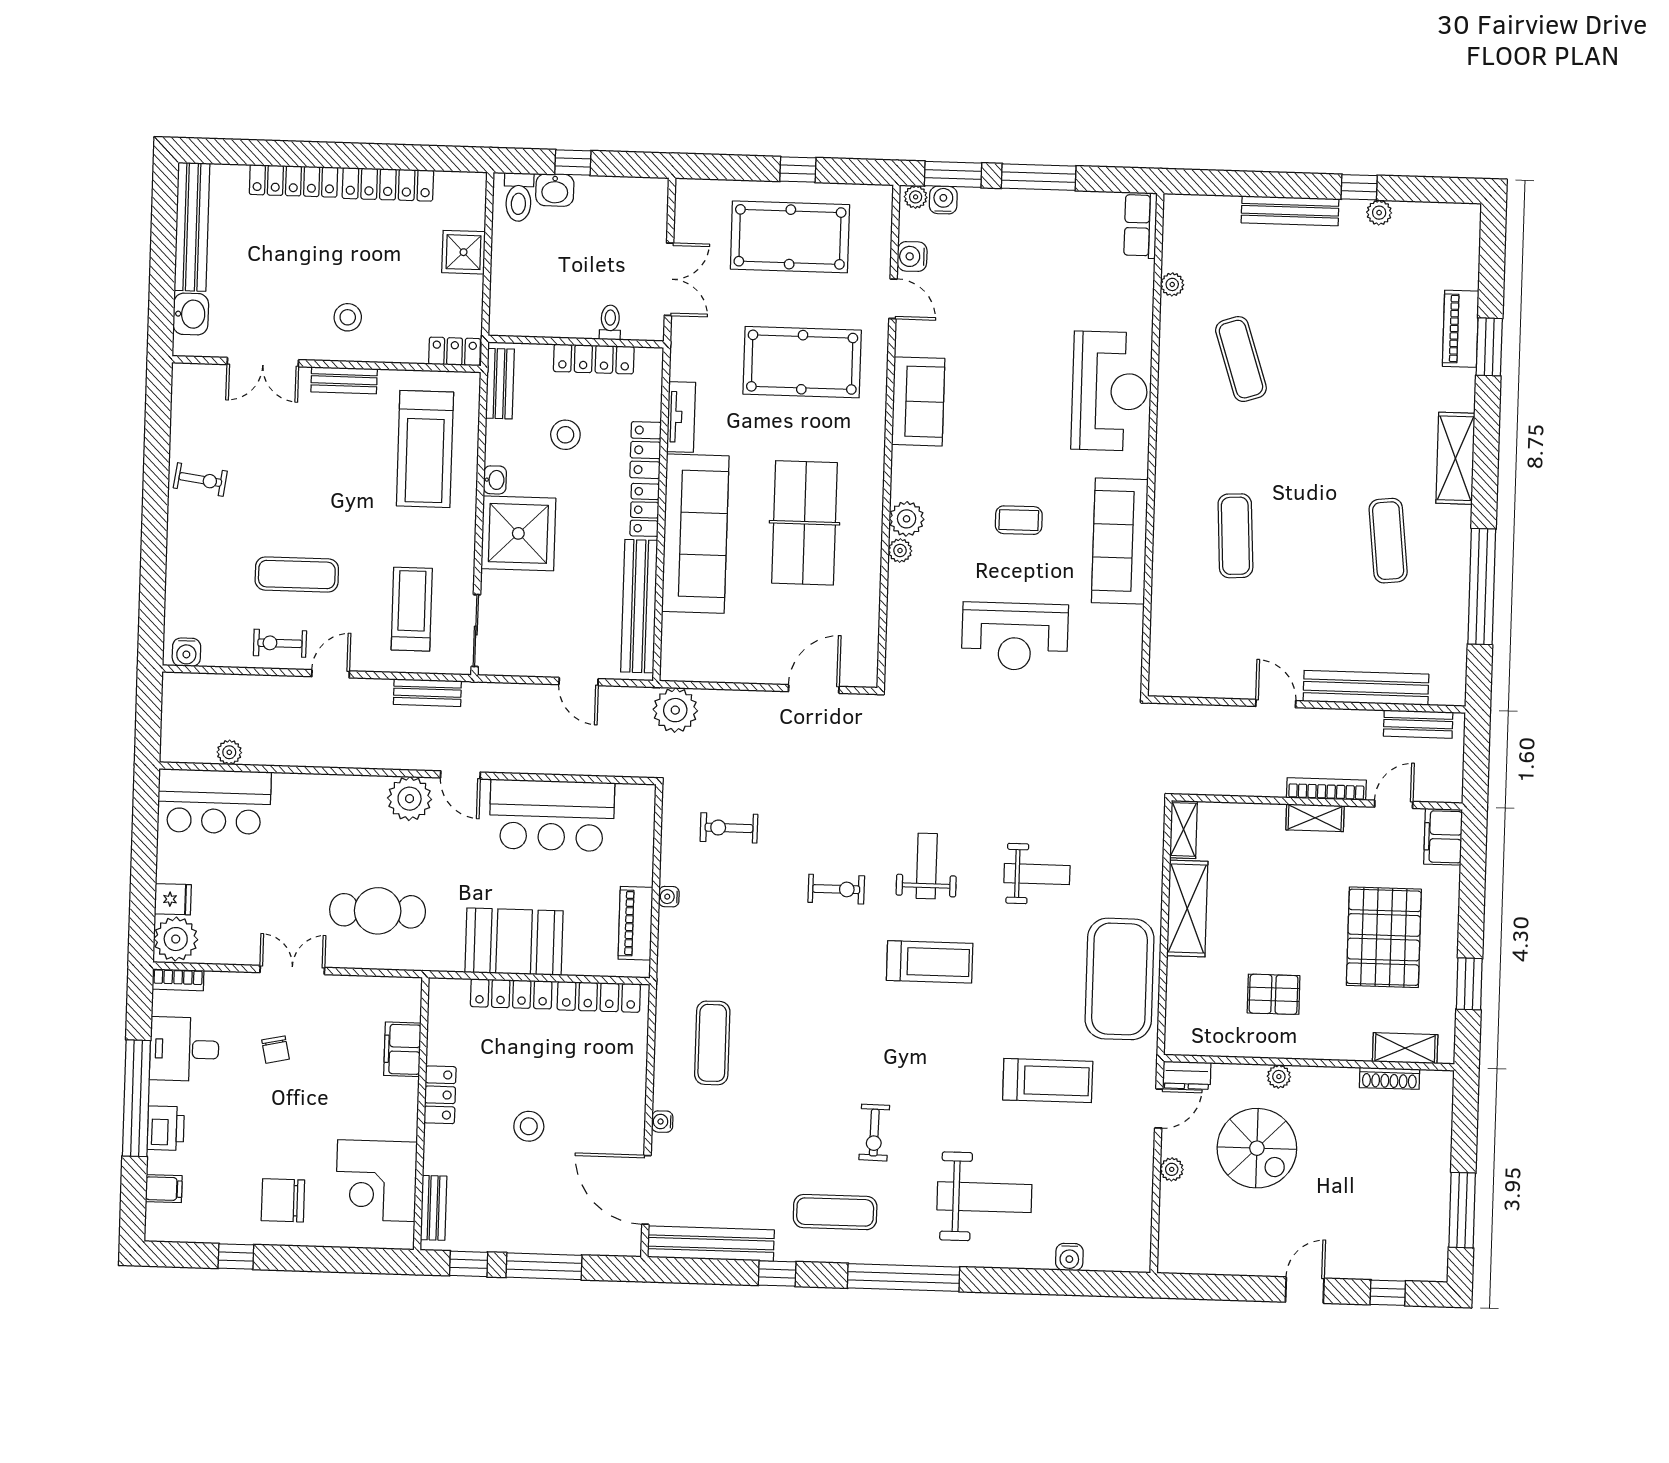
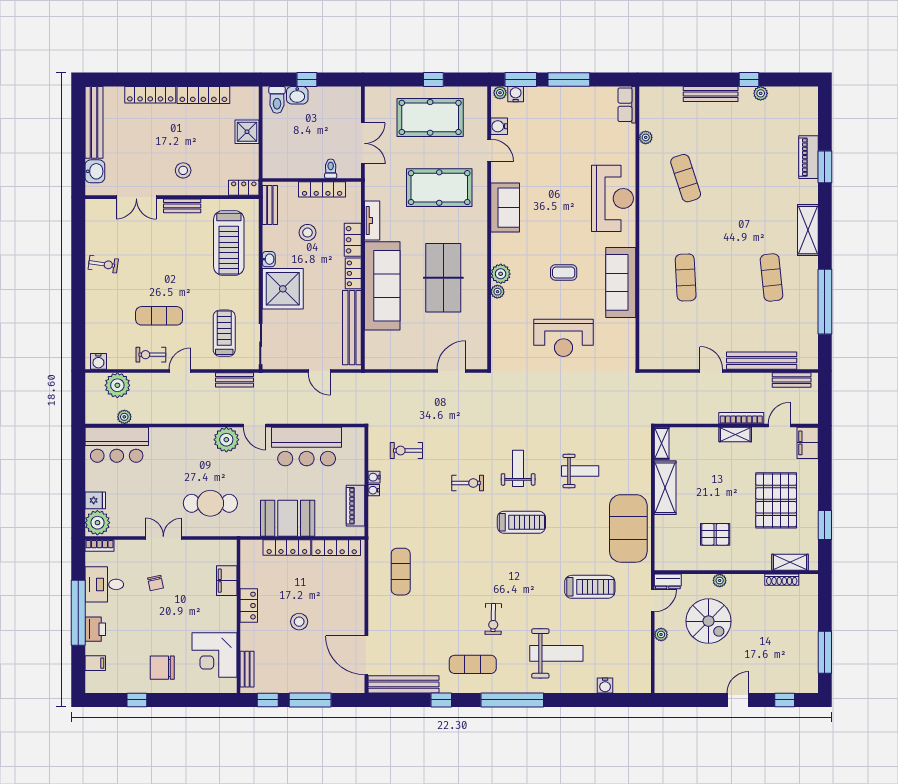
plant: (675, 710) -> (117, 385), moved
water cooler: (662, 1122) -> (374, 477), moved

